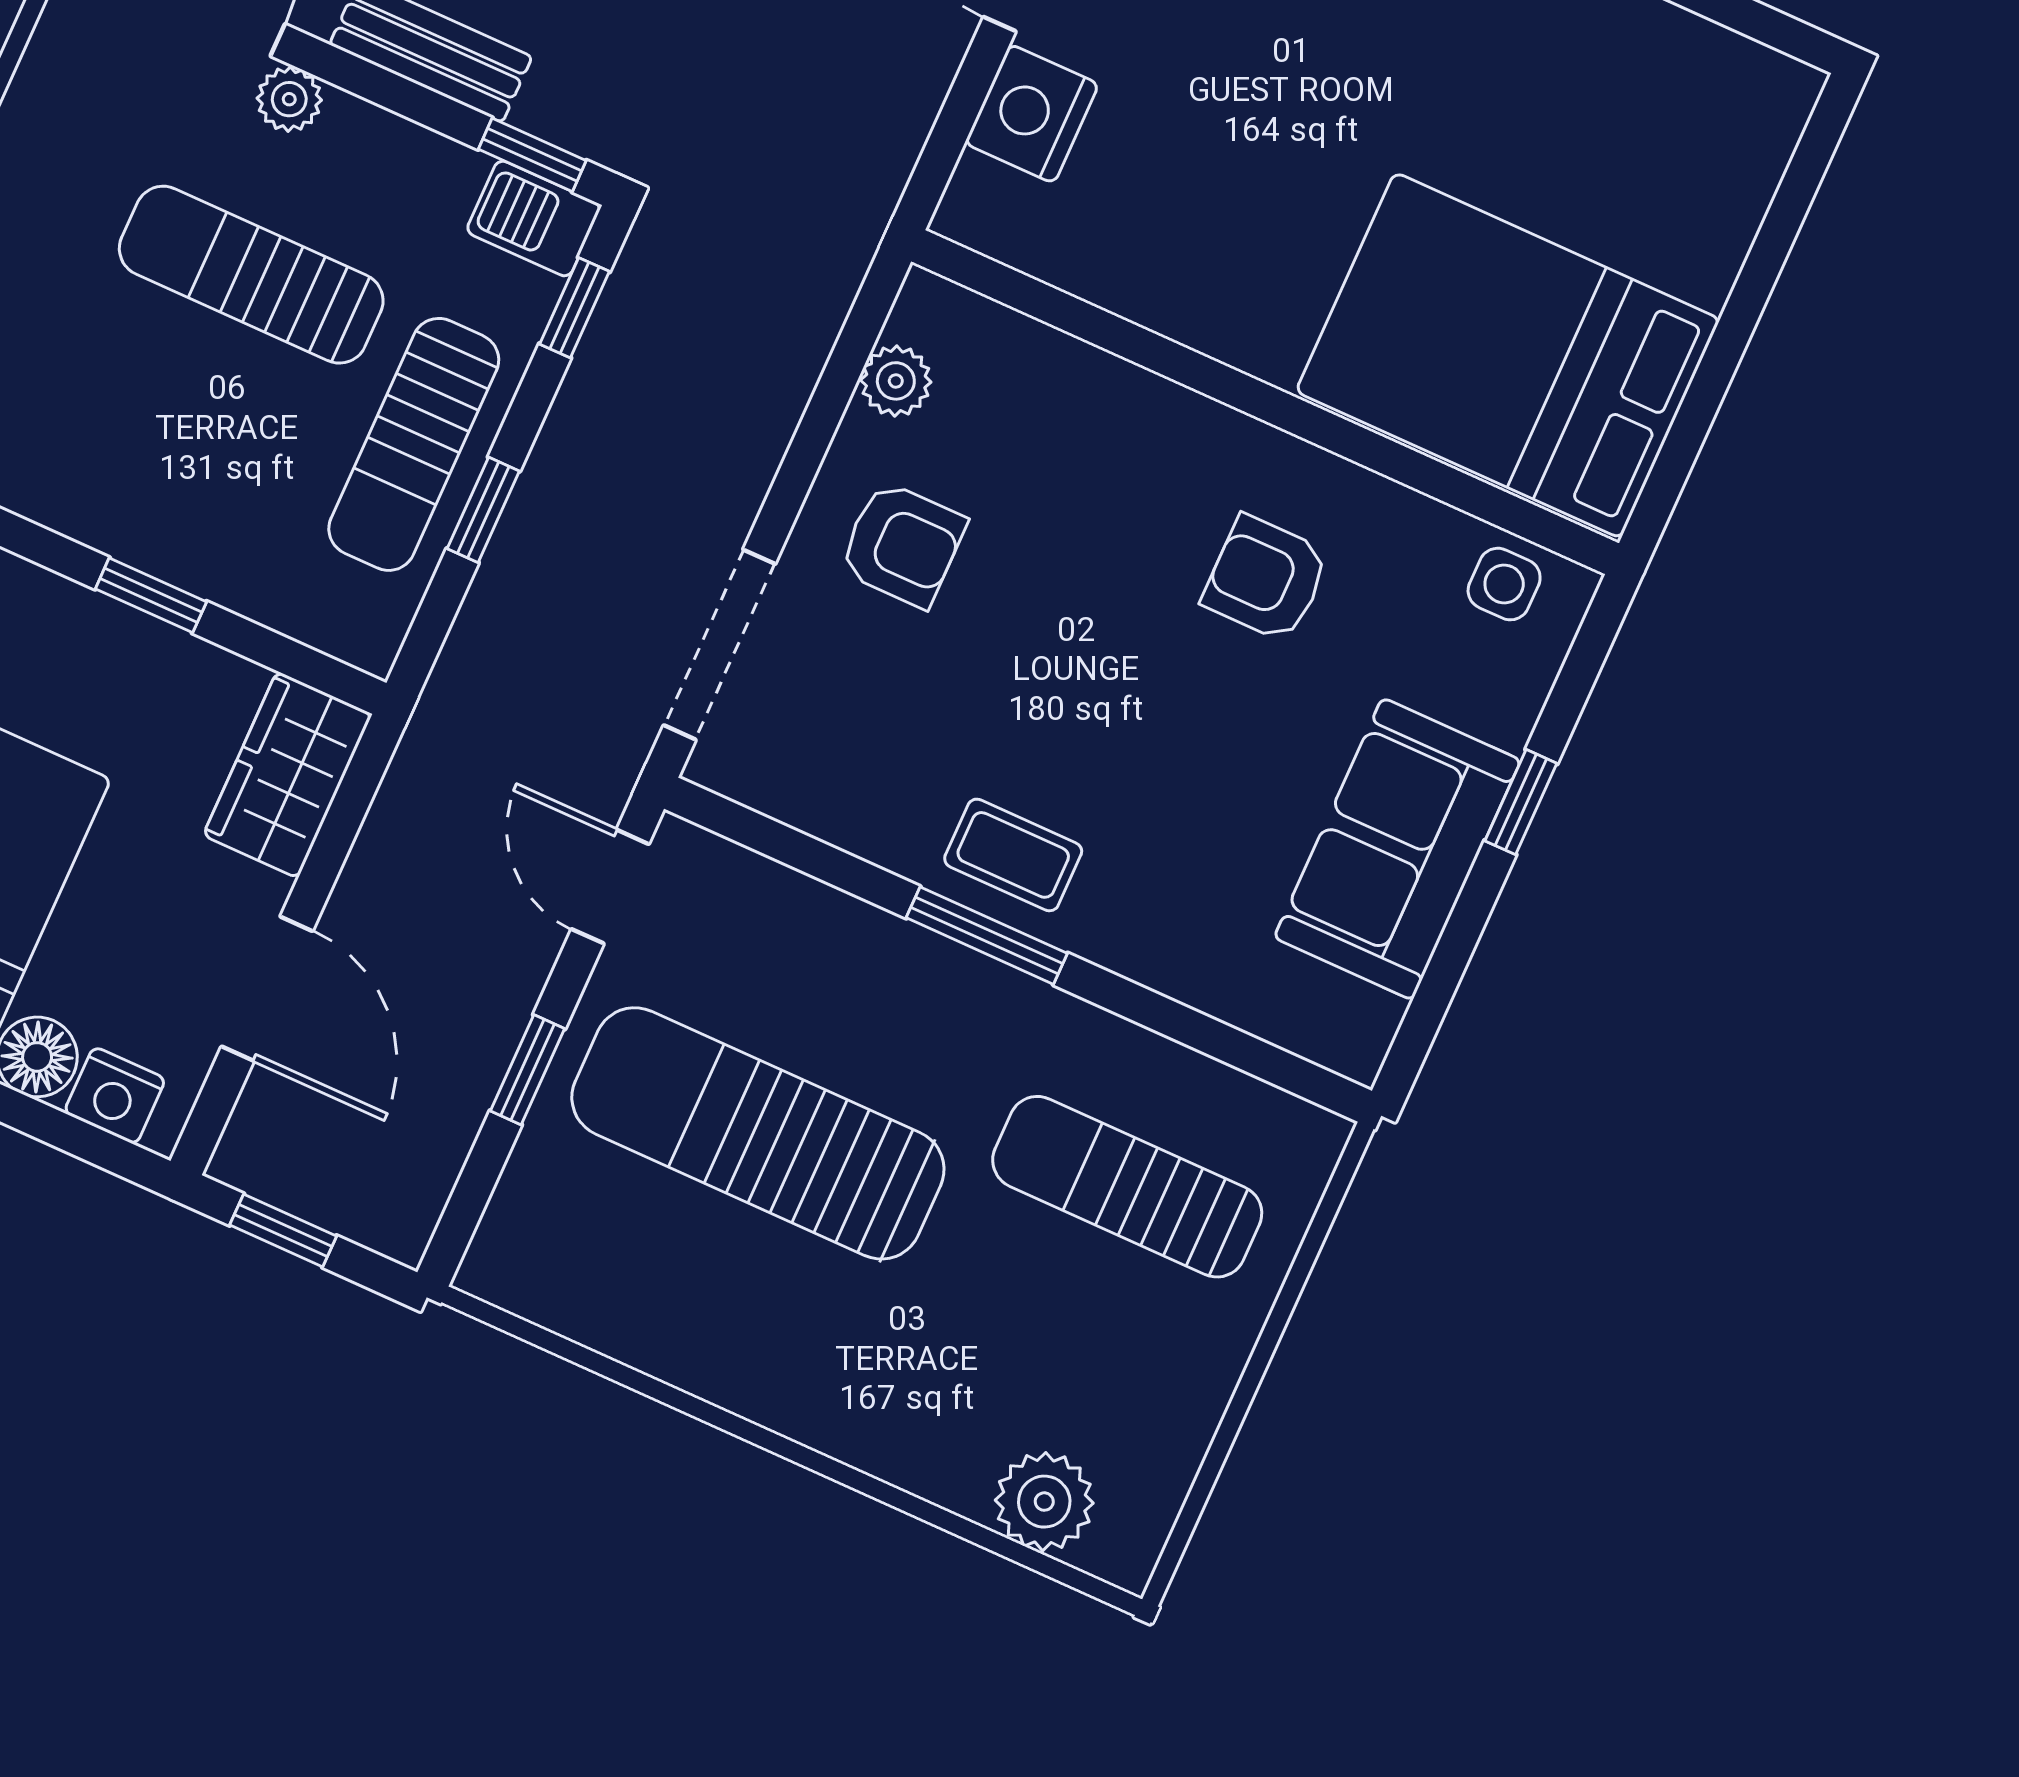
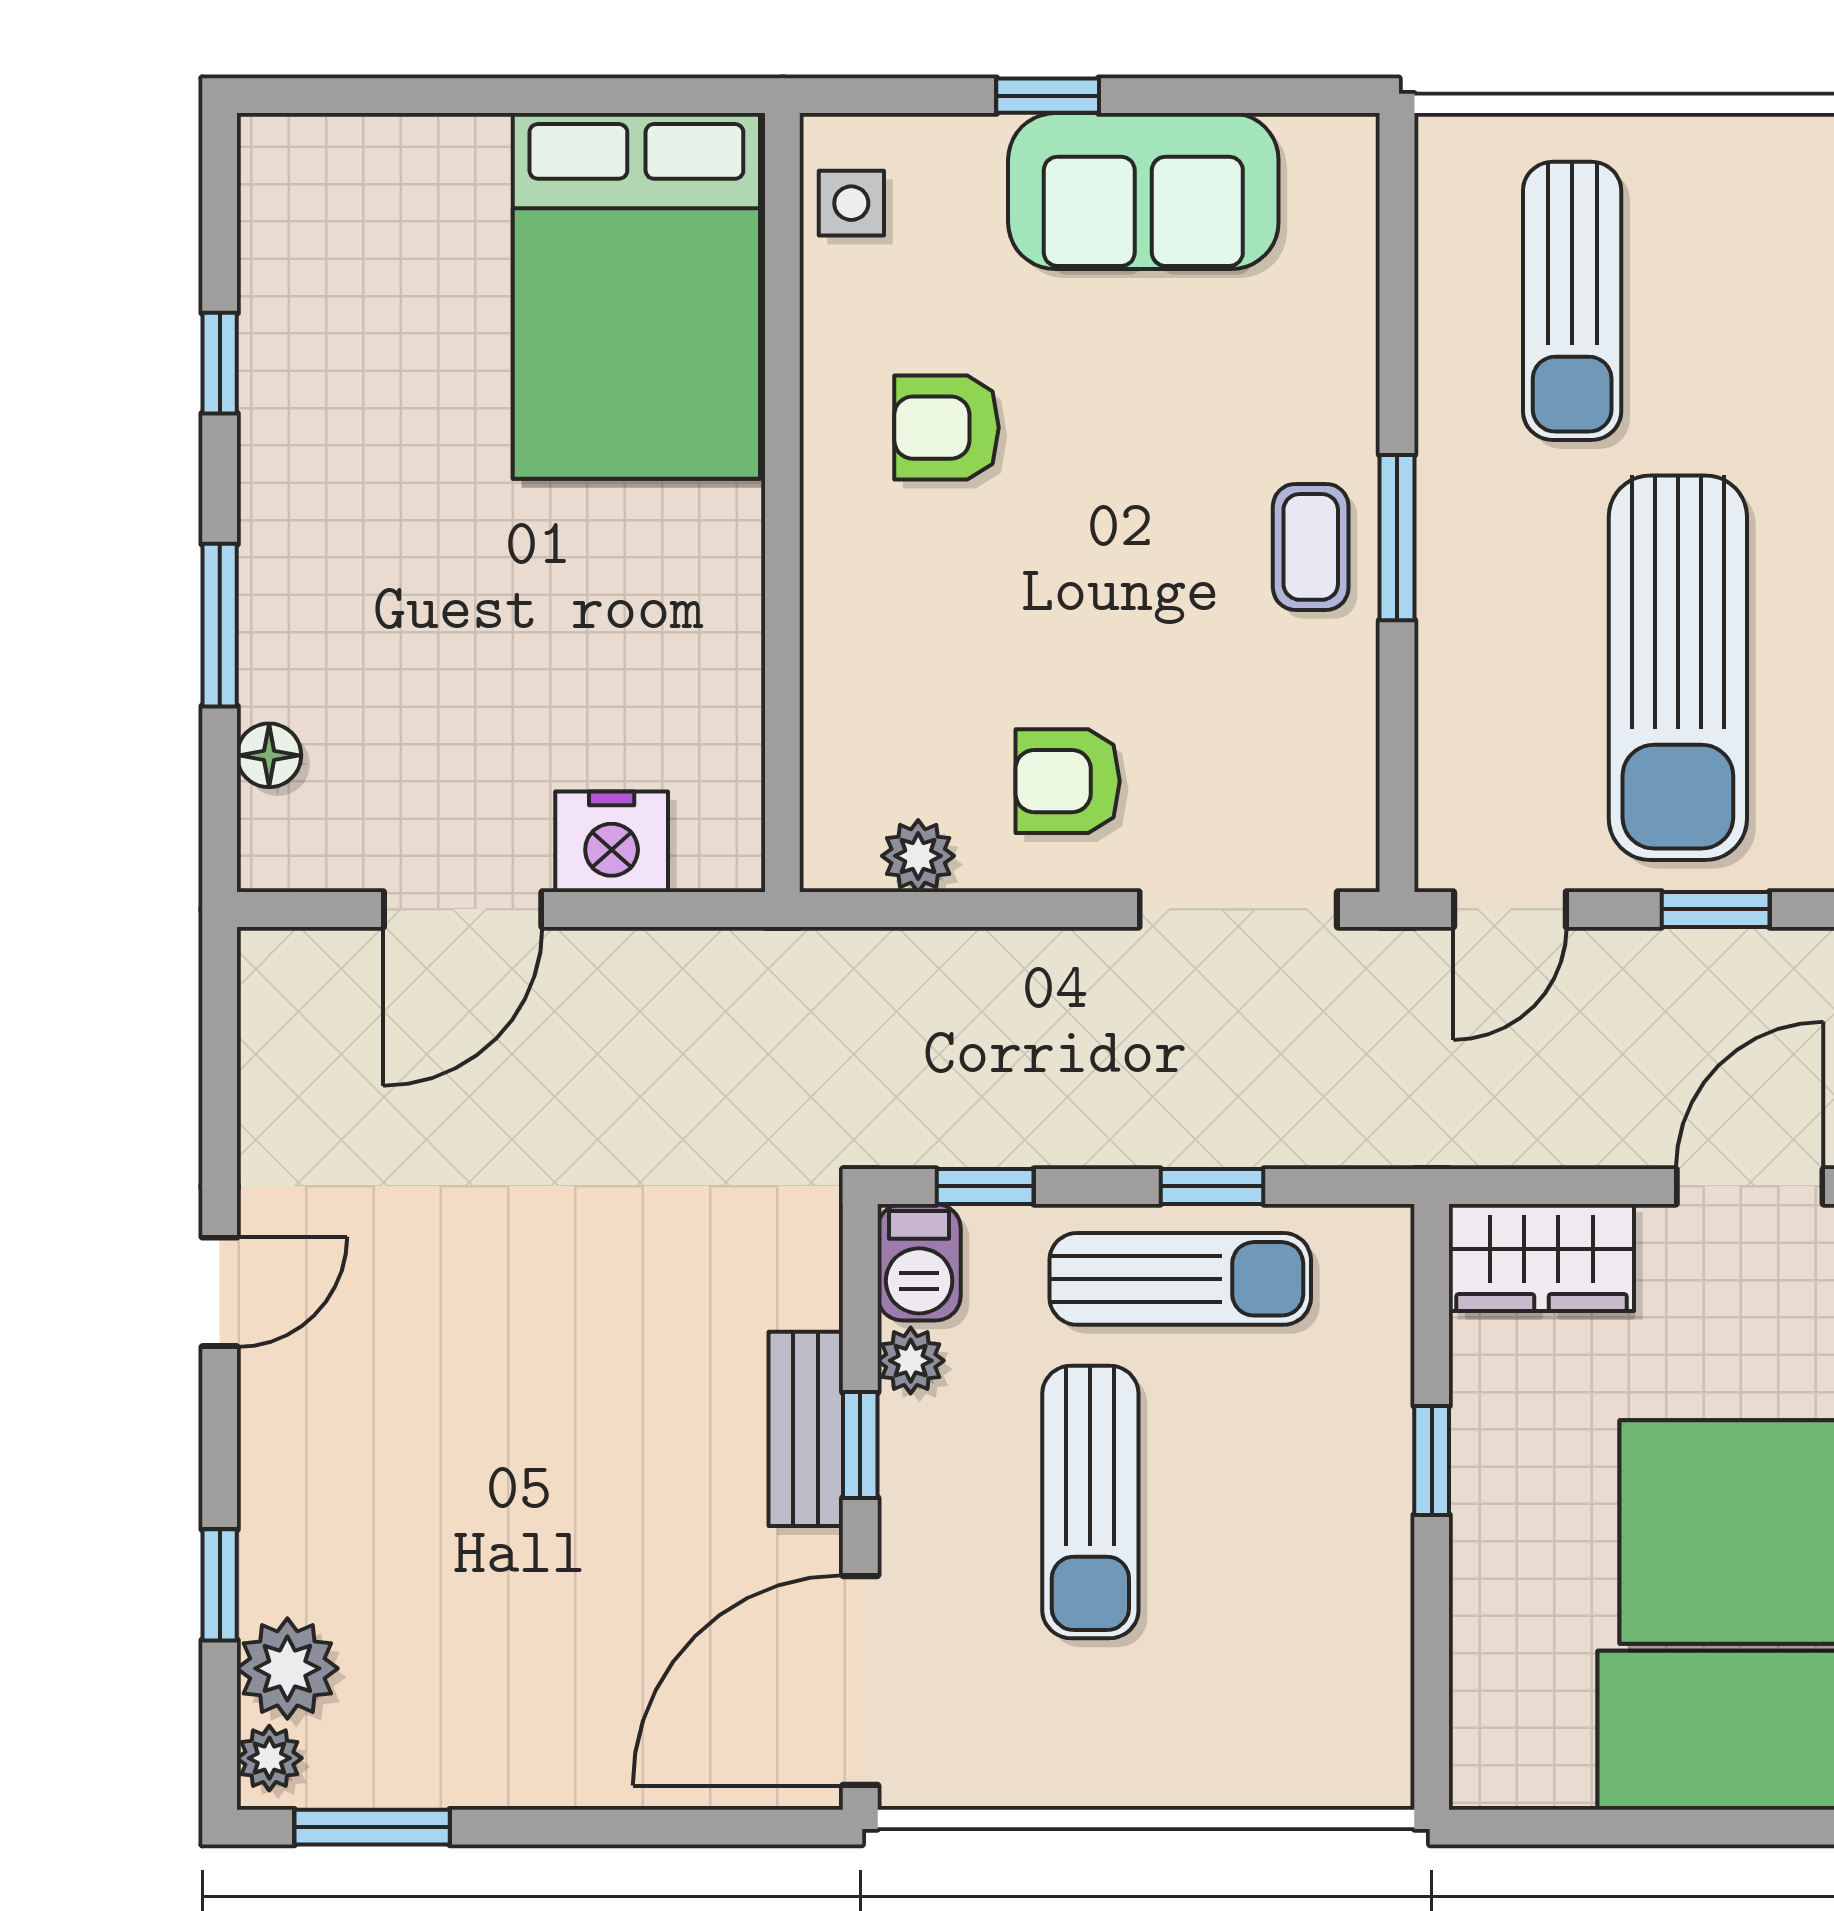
plant: (289, 99) -> (911, 1361), moved
window: (532, 155) -> (860, 1445), moved
armchair: (902, 544) -> (1068, 781), turned -90
armchair: (1266, 579) -> (946, 428), turned 90

